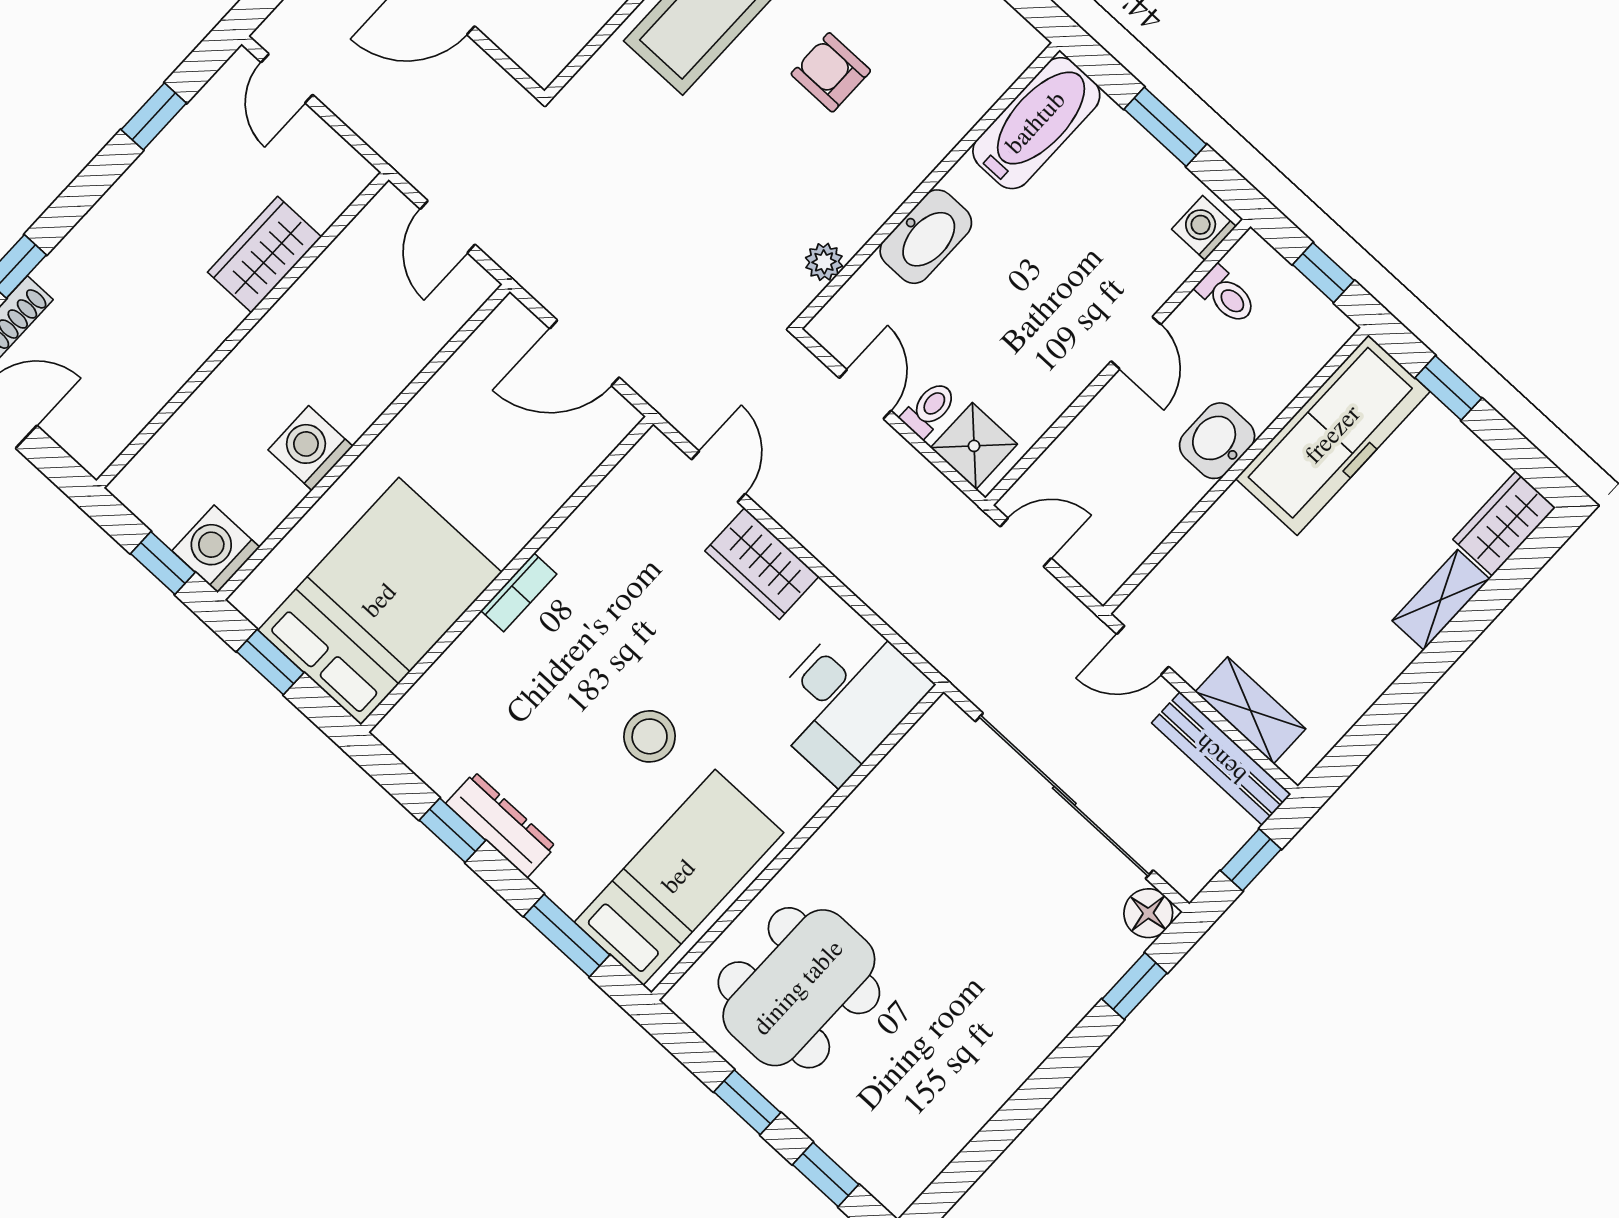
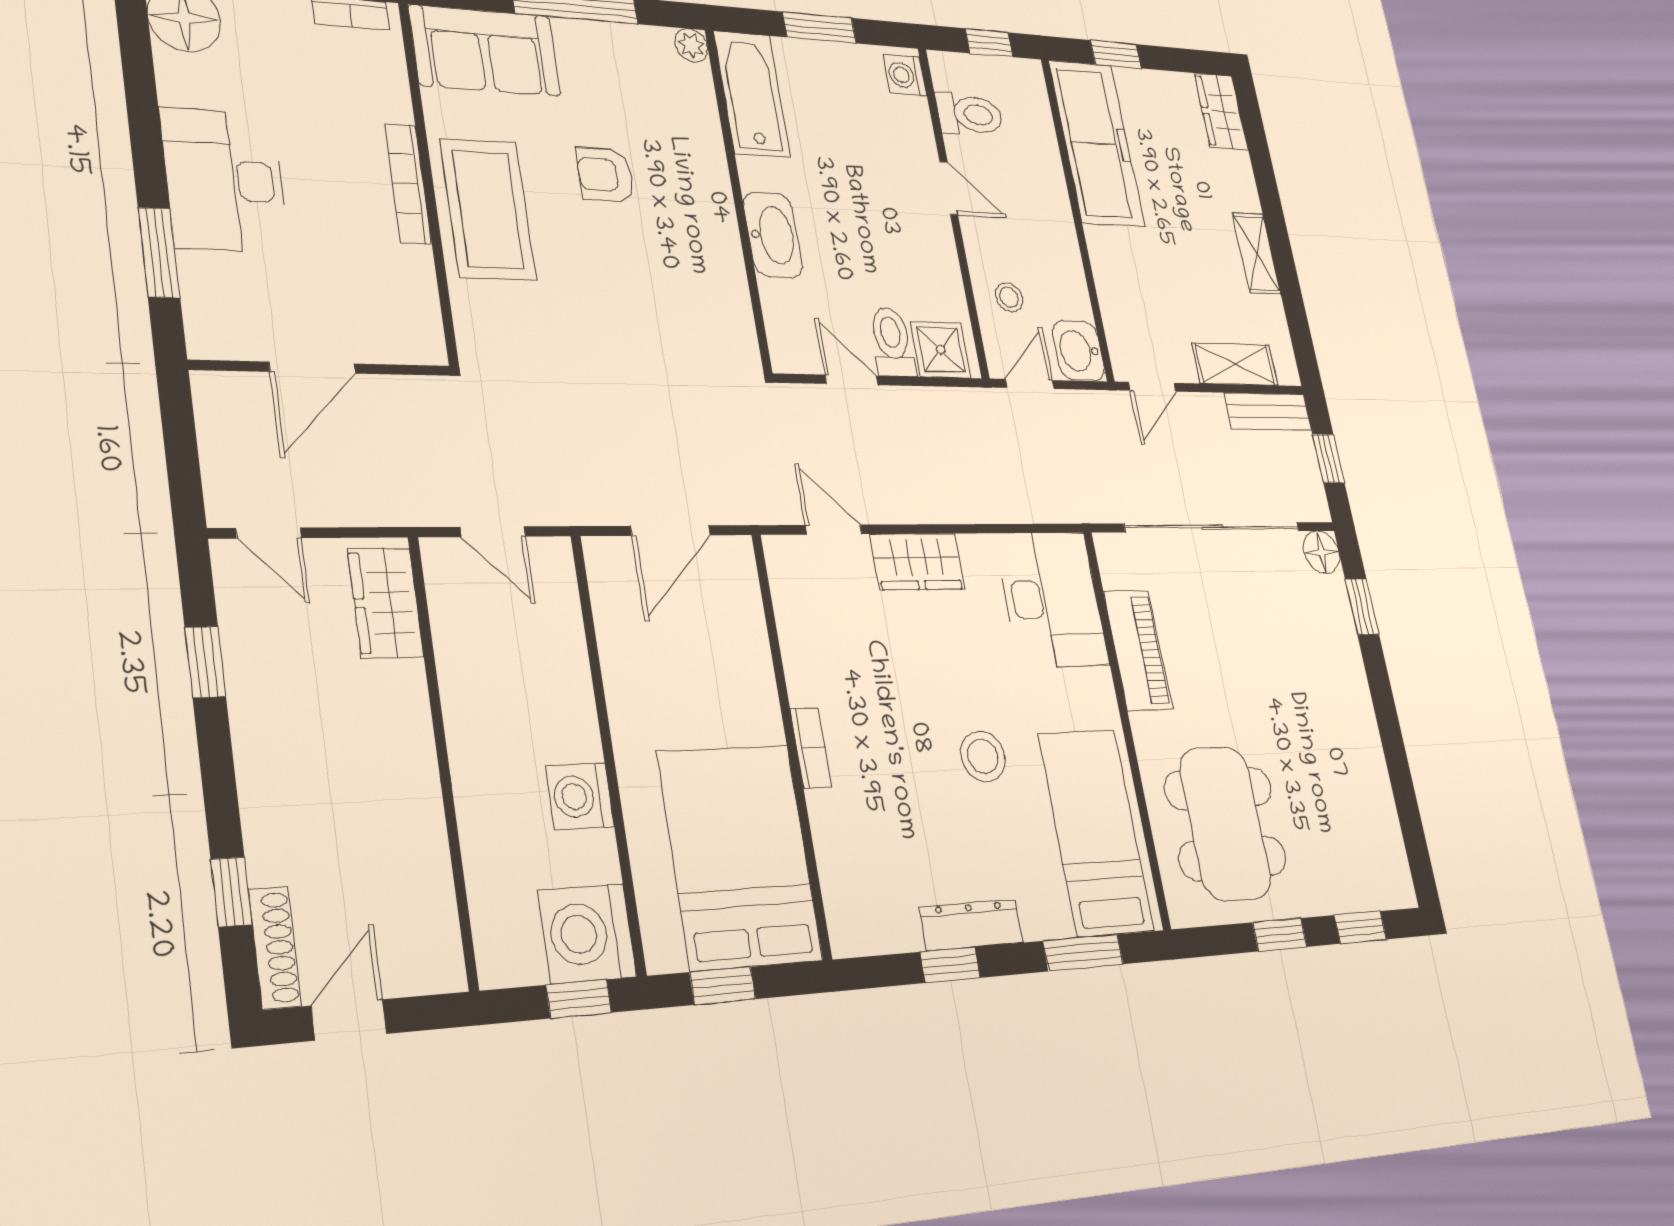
wardrobe: (265, 255) -> (386, 603), moved
plant: (824, 262) -> (691, 45), moved
toilet: (1226, 295) -> (970, 114), width x1.37, depth x1.39
toilet: (929, 409) -> (892, 342), width x1.37, depth x1.39
washbasin: (1217, 441) -> (1079, 351), moved
stool: (1089, 467) -> (1009, 297), added
washing machine: (216, 549) -> (587, 934), width x1.37, depth x1.37
shelving: (1441, 600) -> (1257, 253), moved
bench: (1221, 758) -> (1268, 411), width x0.73
piano: (877, 805) -> (1138, 650), added

